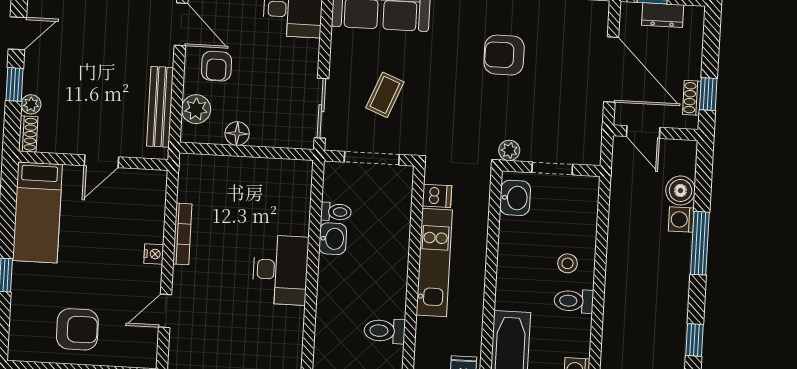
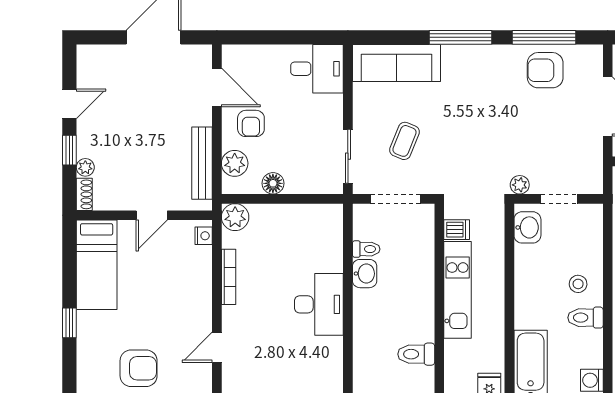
armchair: (504, 55) -> (545, 70), moved
plant: (193, 168) -> (235, 217), added
nightstand: (154, 254) -> (204, 236), moved

